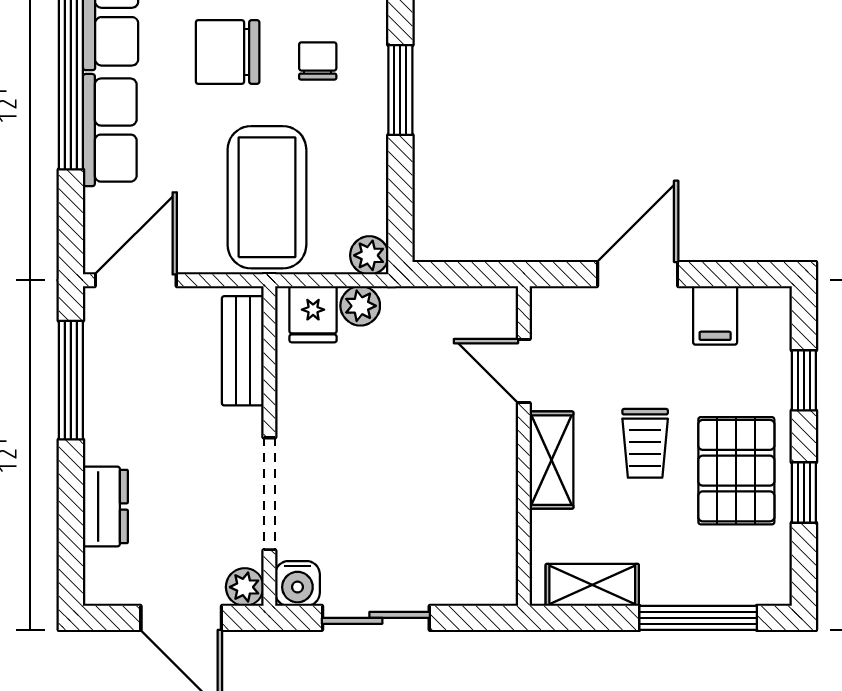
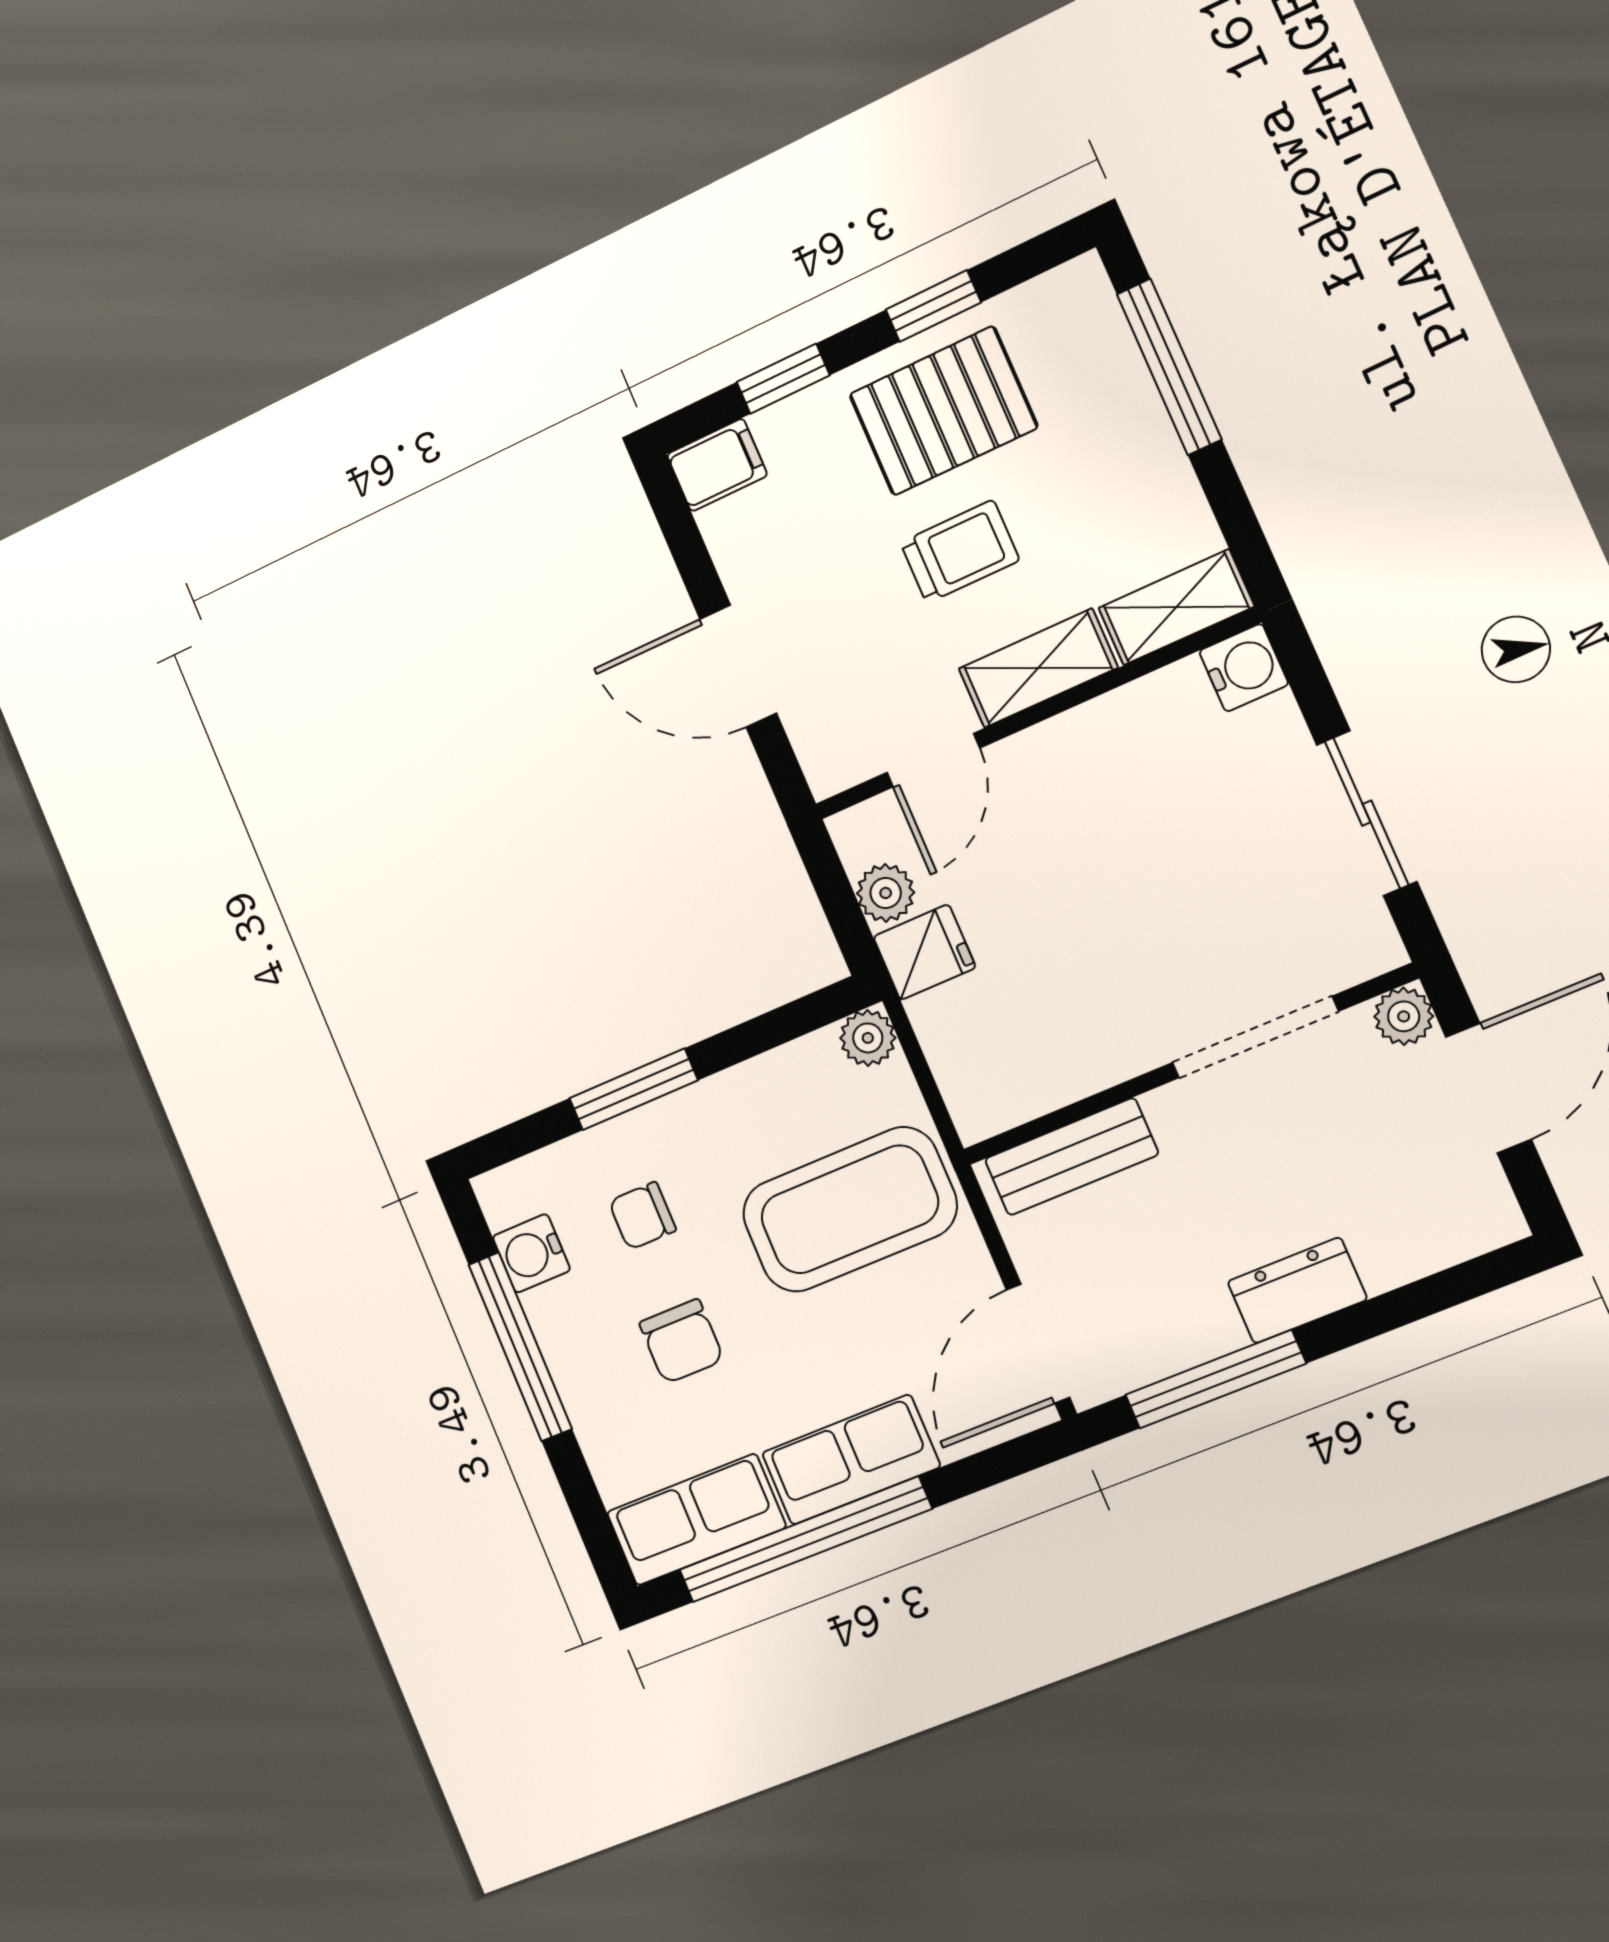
chair: (228, 52) -> (682, 1341), width x0.73, depth x0.73
door: (136, 280) -> (1038, 1344), hinge flipped
plant: (360, 306) -> (886, 893), moved
fridge: (313, 314) -> (924, 952), moved
filing cabinet: (715, 315) -> (717, 465), moved
dresser: (105, 507) -> (1297, 1290), moved
water cooler: (297, 583) -> (1244, 668), moved
shelving: (592, 585) -> (1176, 607), moved, turned 90

